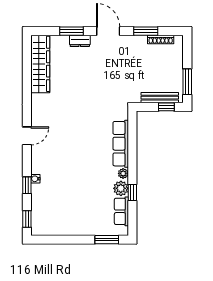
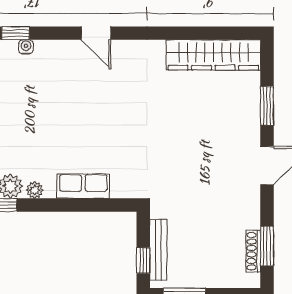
window: (146, 31) -> (267, 246), moved
dresser: (80, 41) -> (251, 119), removed
row of seats: (121, 144) -> (83, 186), width x0.68

